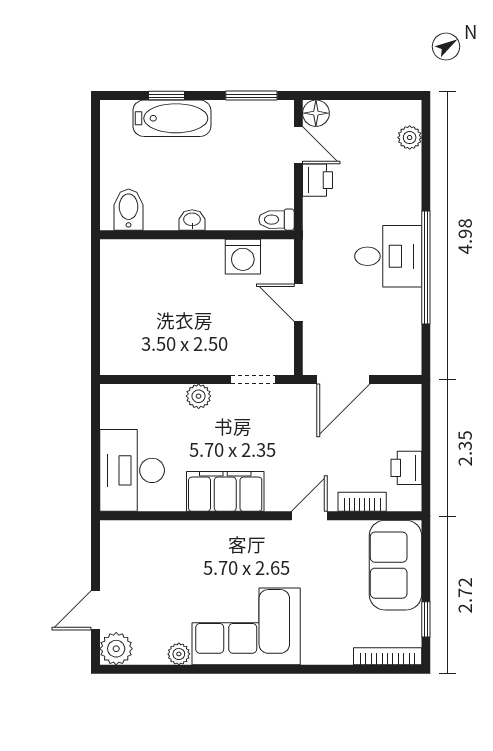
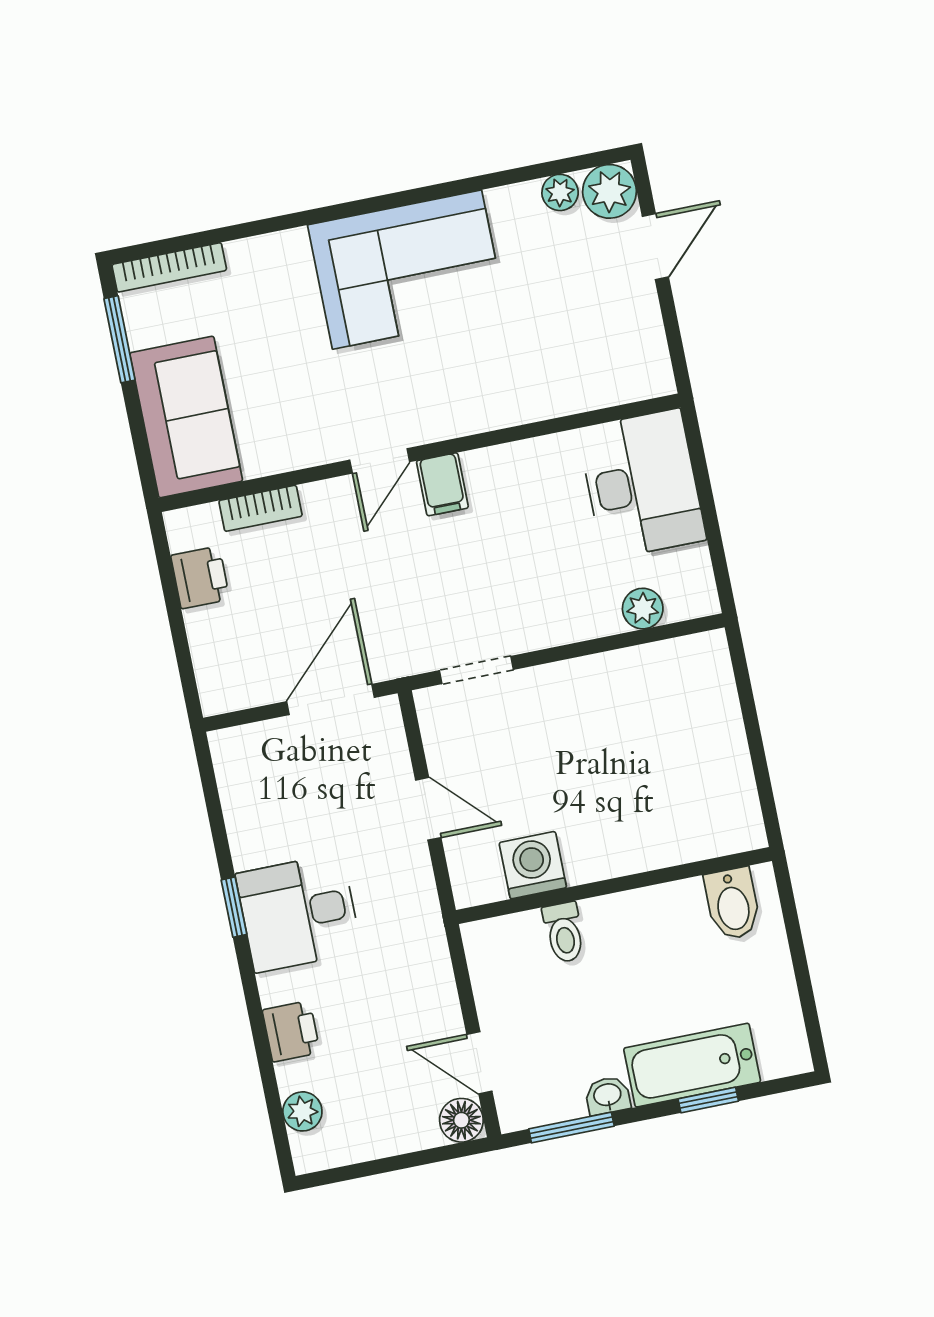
printer: (317, 180) -> (291, 1031), moved, turned 180
washbasin: (192, 220) -> (608, 1096), moved, turned 180
toilet: (276, 220) -> (564, 932), moved, turned 90
window: (426, 267) -> (234, 907), width x0.32
plant: (199, 396) -> (643, 609), moved
filing cabinet: (225, 491) -> (442, 484), width x0.33, depth x0.86
door: (309, 516) -> (380, 461), moved
window: (426, 619) -> (119, 339), width x1.50
plant: (179, 654) -> (560, 192), moved

